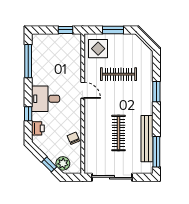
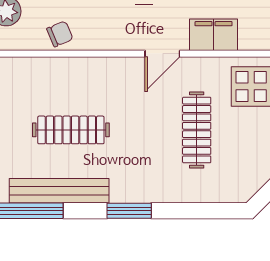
filing cabinet: (74, 66) -> (214, 35), added
window: (156, 92) -> (129, 211), moved

